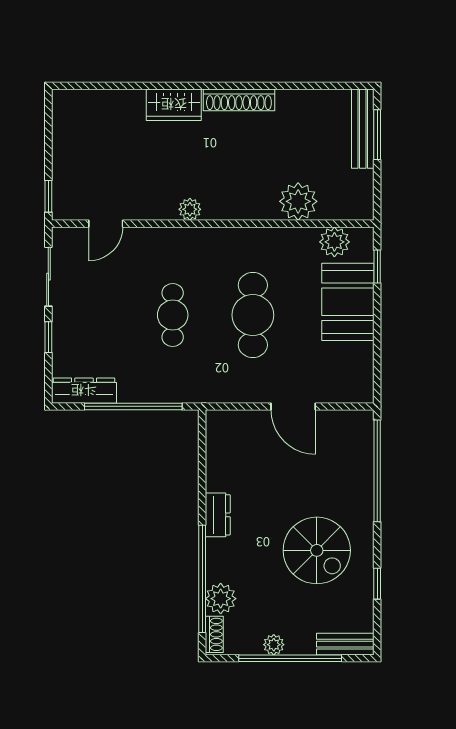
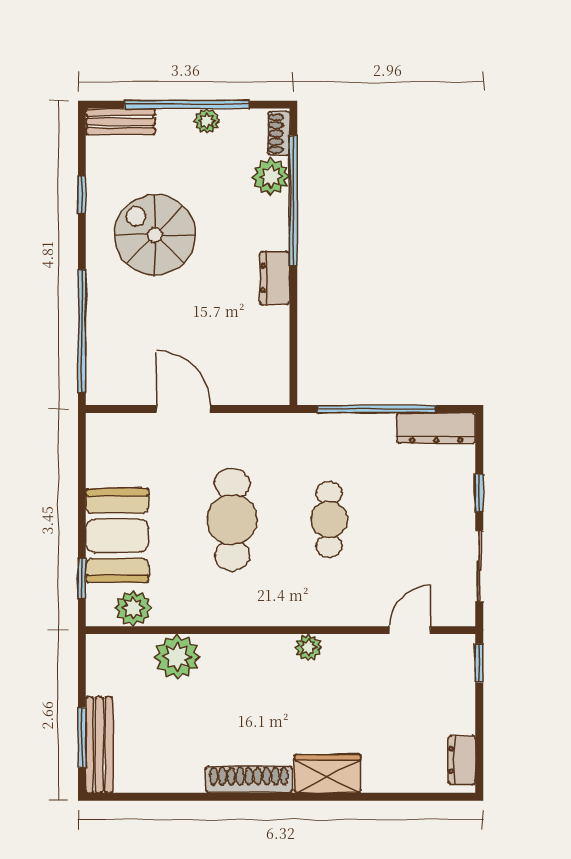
dresser: (63, 116) -> (462, 760), added

